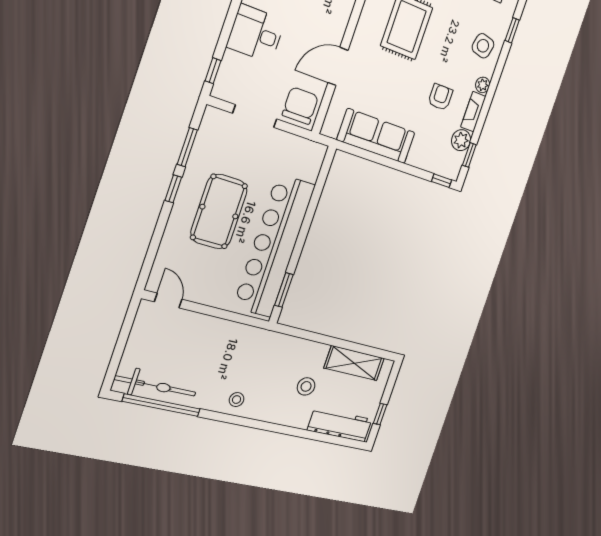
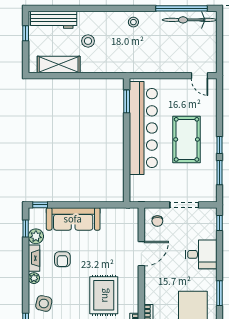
chair: (300, 106) -> (157, 221), width x0.54, depth x0.54
sofa: (376, 136) -> (73, 219), moved

